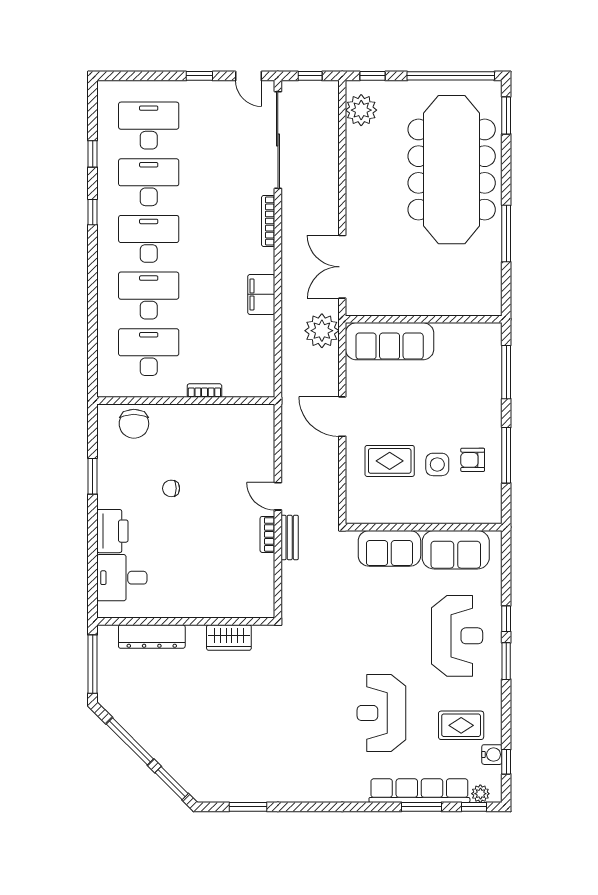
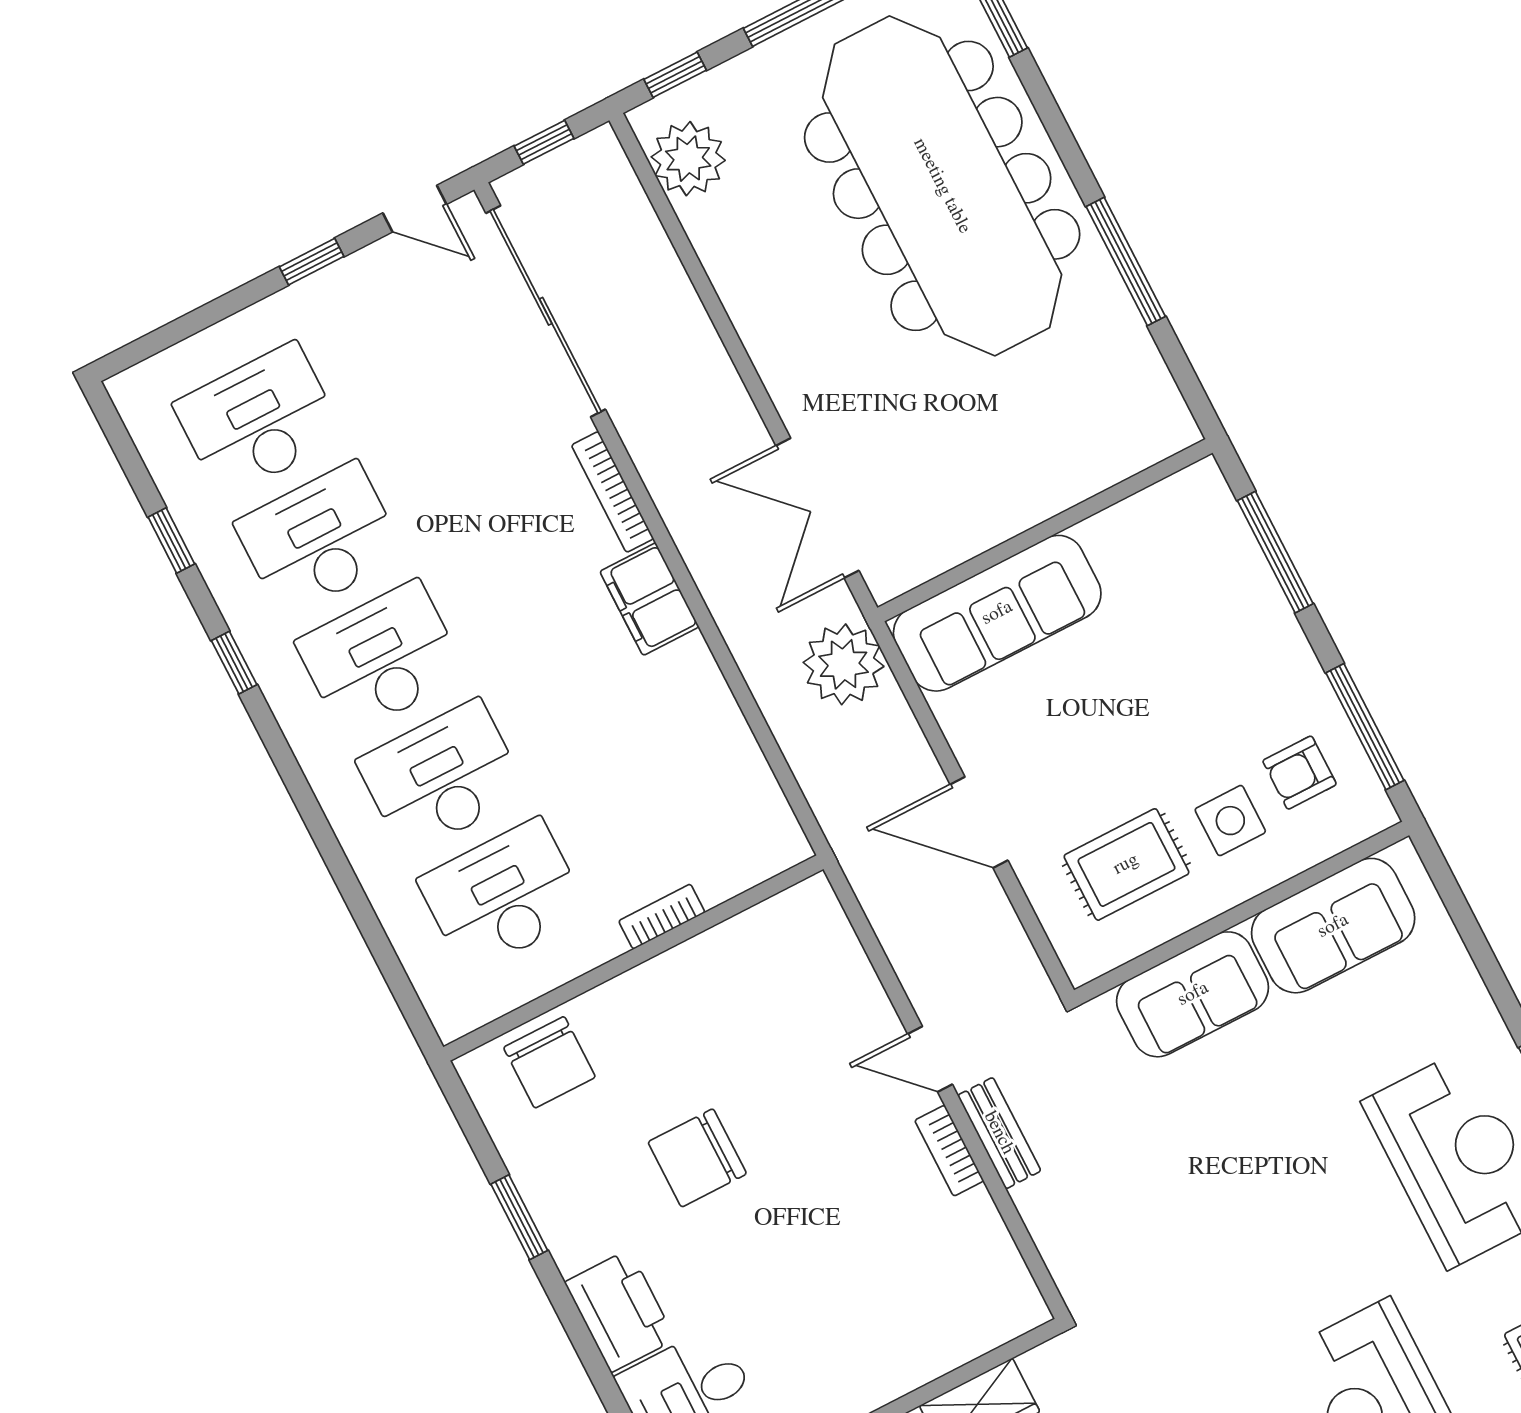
filing cabinet: (261, 294) -> (649, 599), moved
chair: (171, 488) -> (697, 1158), width x1.87, depth x1.87
wall: (424, 527) -> (1242, 913), moved
sofa: (389, 548) -> (1193, 994), moved
sofa: (456, 550) -> (1333, 926), moved

